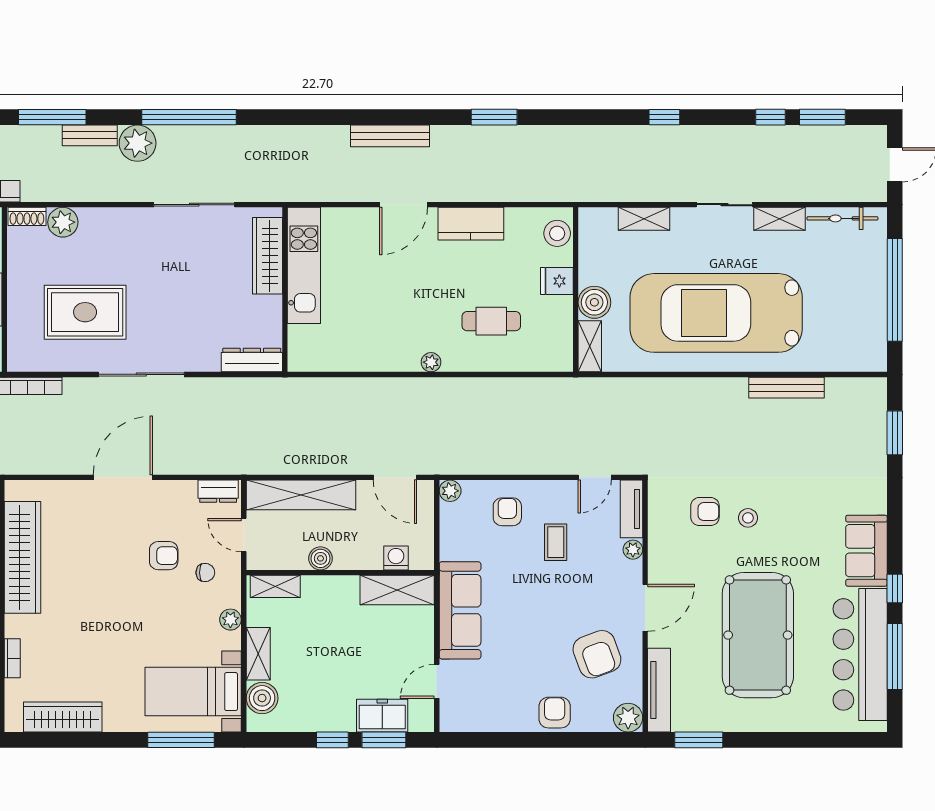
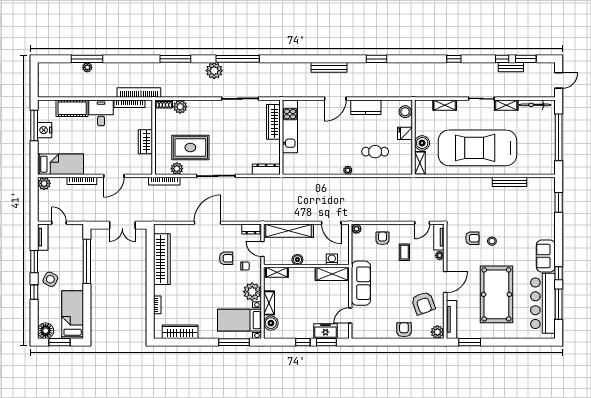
bench: (90, 135) -> (511, 67), moved
plant: (55, 359) -> (177, 169), added
plant: (230, 620) -> (252, 292), width x1.88, depth x1.88

